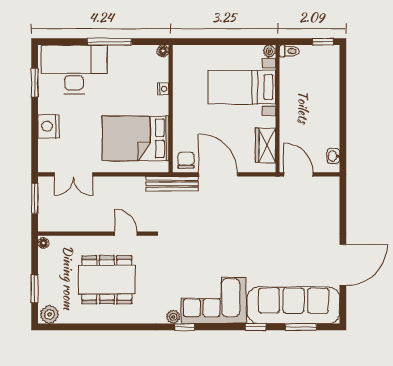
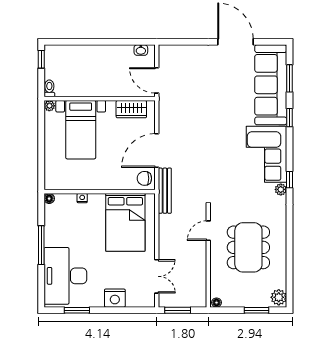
door: (298, 174) -> (157, 80), hinge flipped

